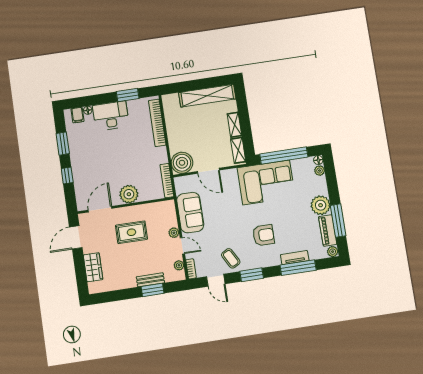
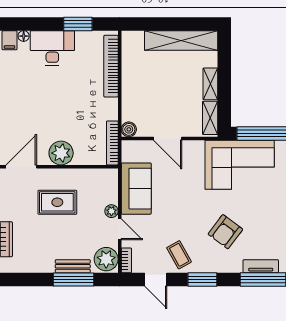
boiler: (182, 163) -> (129, 129), width x0.54, depth x0.54
armchair: (263, 235) -> (225, 232), turned 127
plant: (179, 265) -> (106, 259), width x1.87, depth x1.87
window: (152, 290) -> (73, 280), width x1.44

